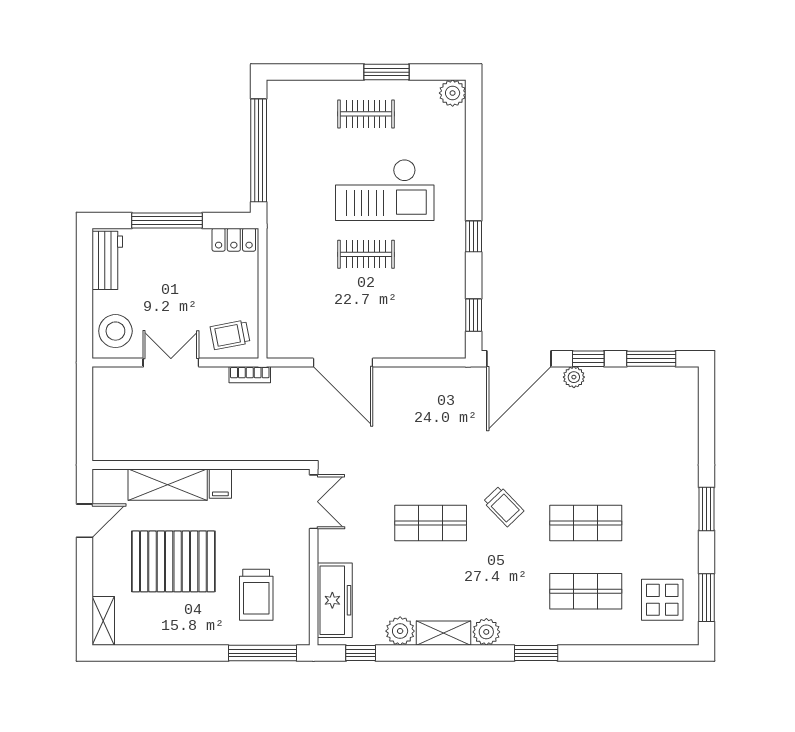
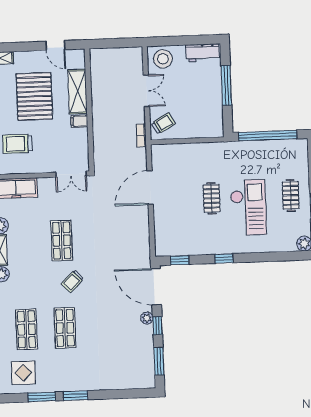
checkout: (385, 190) -> (248, 207), turned 180
locker: (234, 240) -> (217, 124), removed
trolley: (230, 335) -> (163, 123), turned 71
window: (707, 598) -> (42, 397), moved

